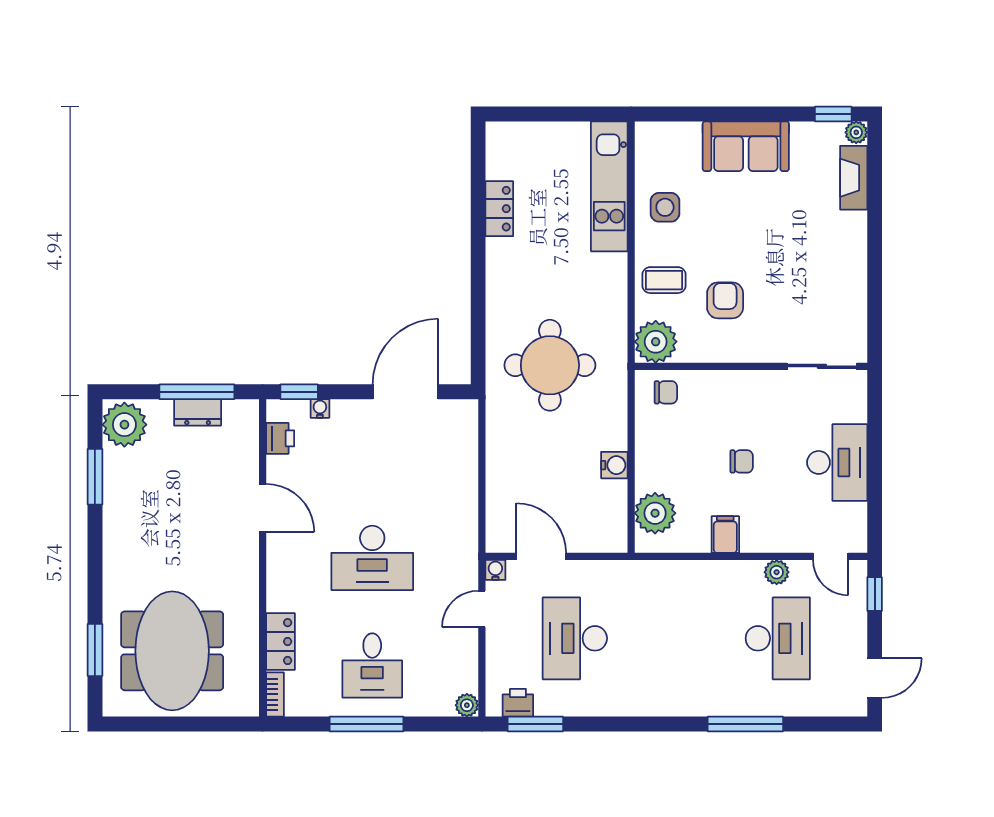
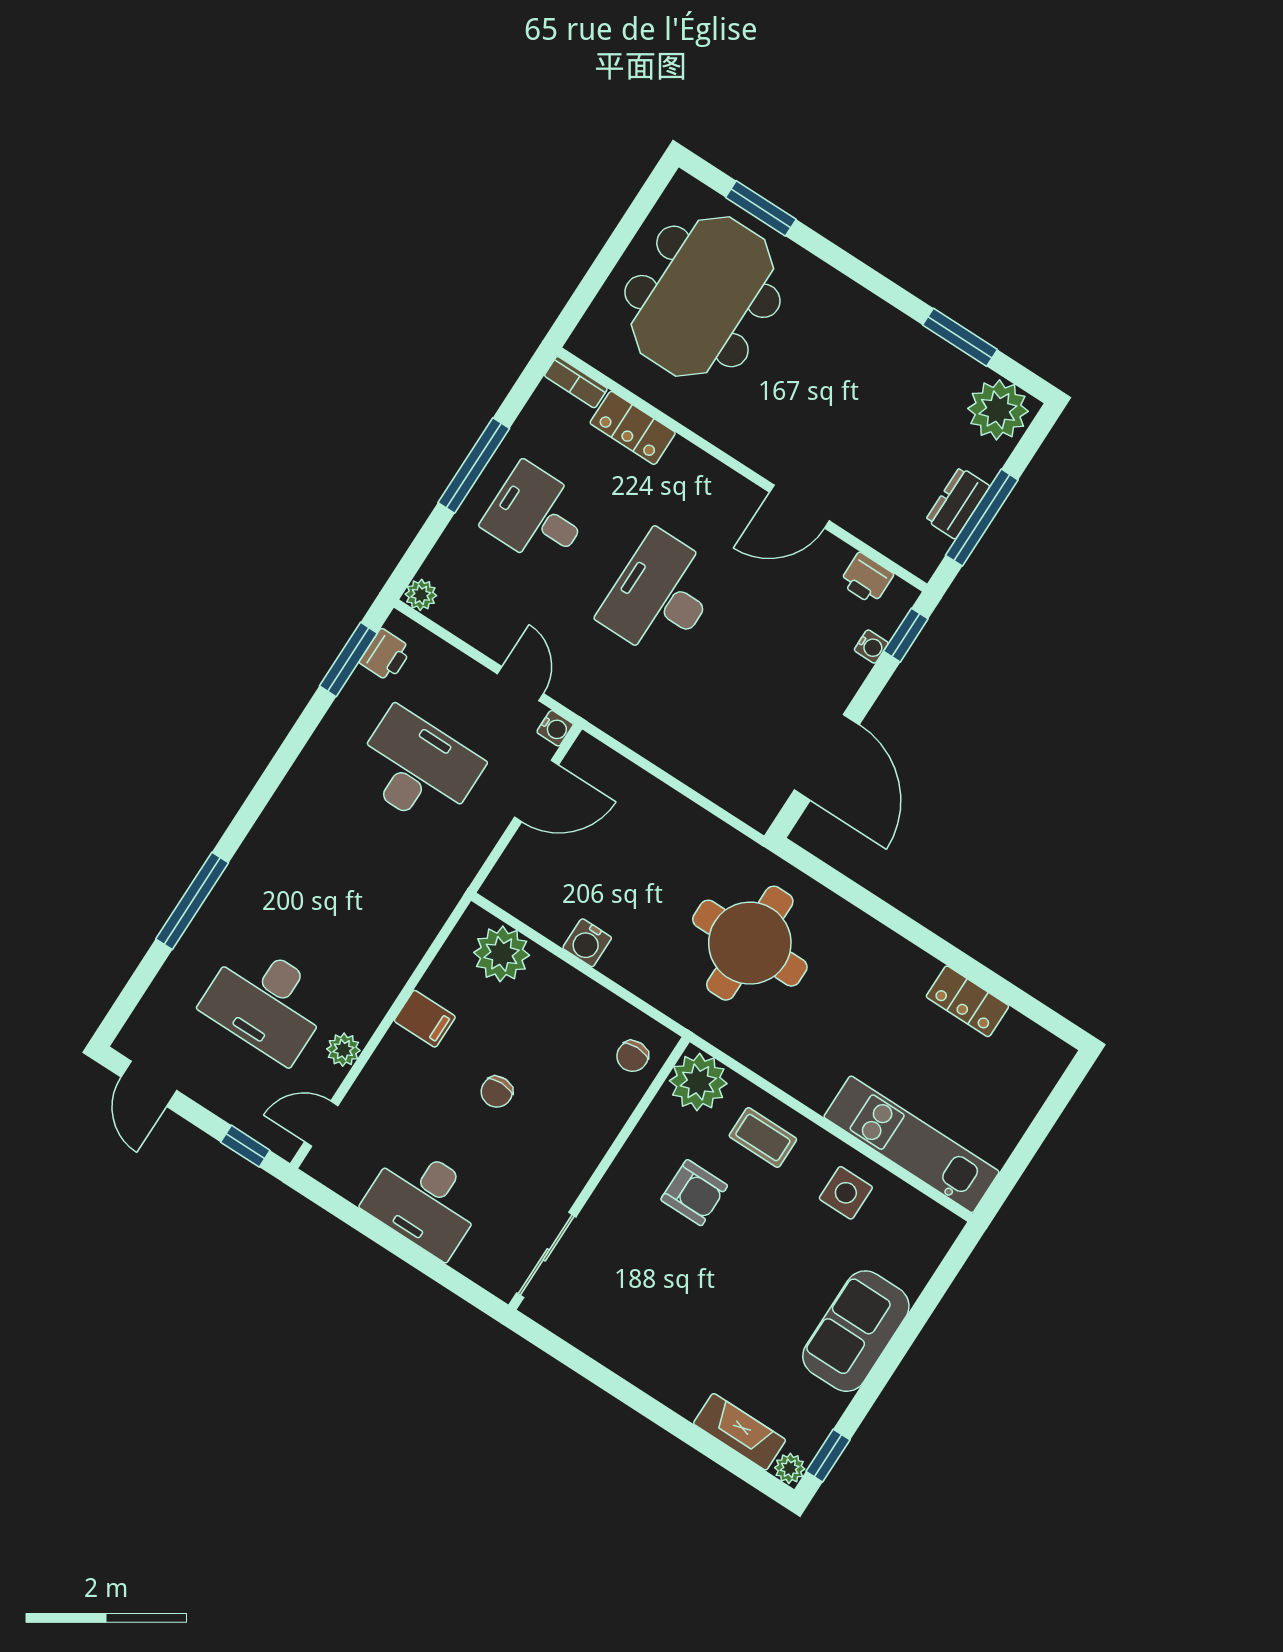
coffee table: (664, 280) -> (763, 1138), turned 90
meeting table: (172, 651) -> (702, 296), turned 90

